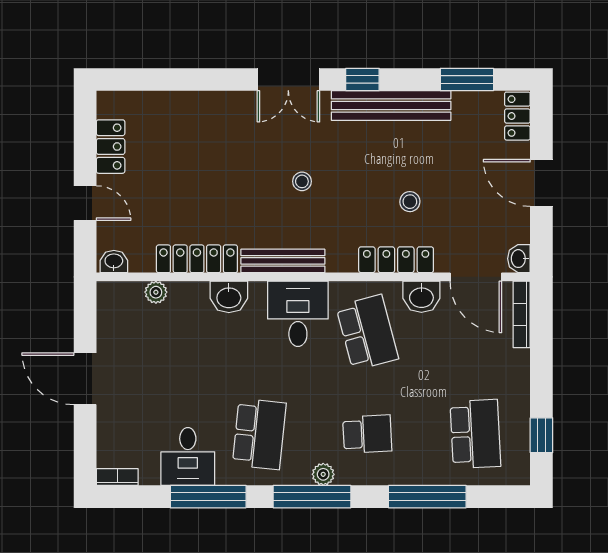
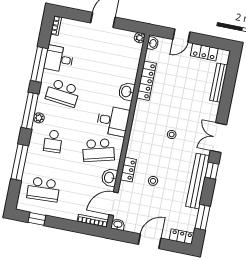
locker: (396, 260) -> (128, 170), width x0.66
bench: (283, 261) -> (219, 83), moved
plant: (156, 292) -> (140, 38), moved

